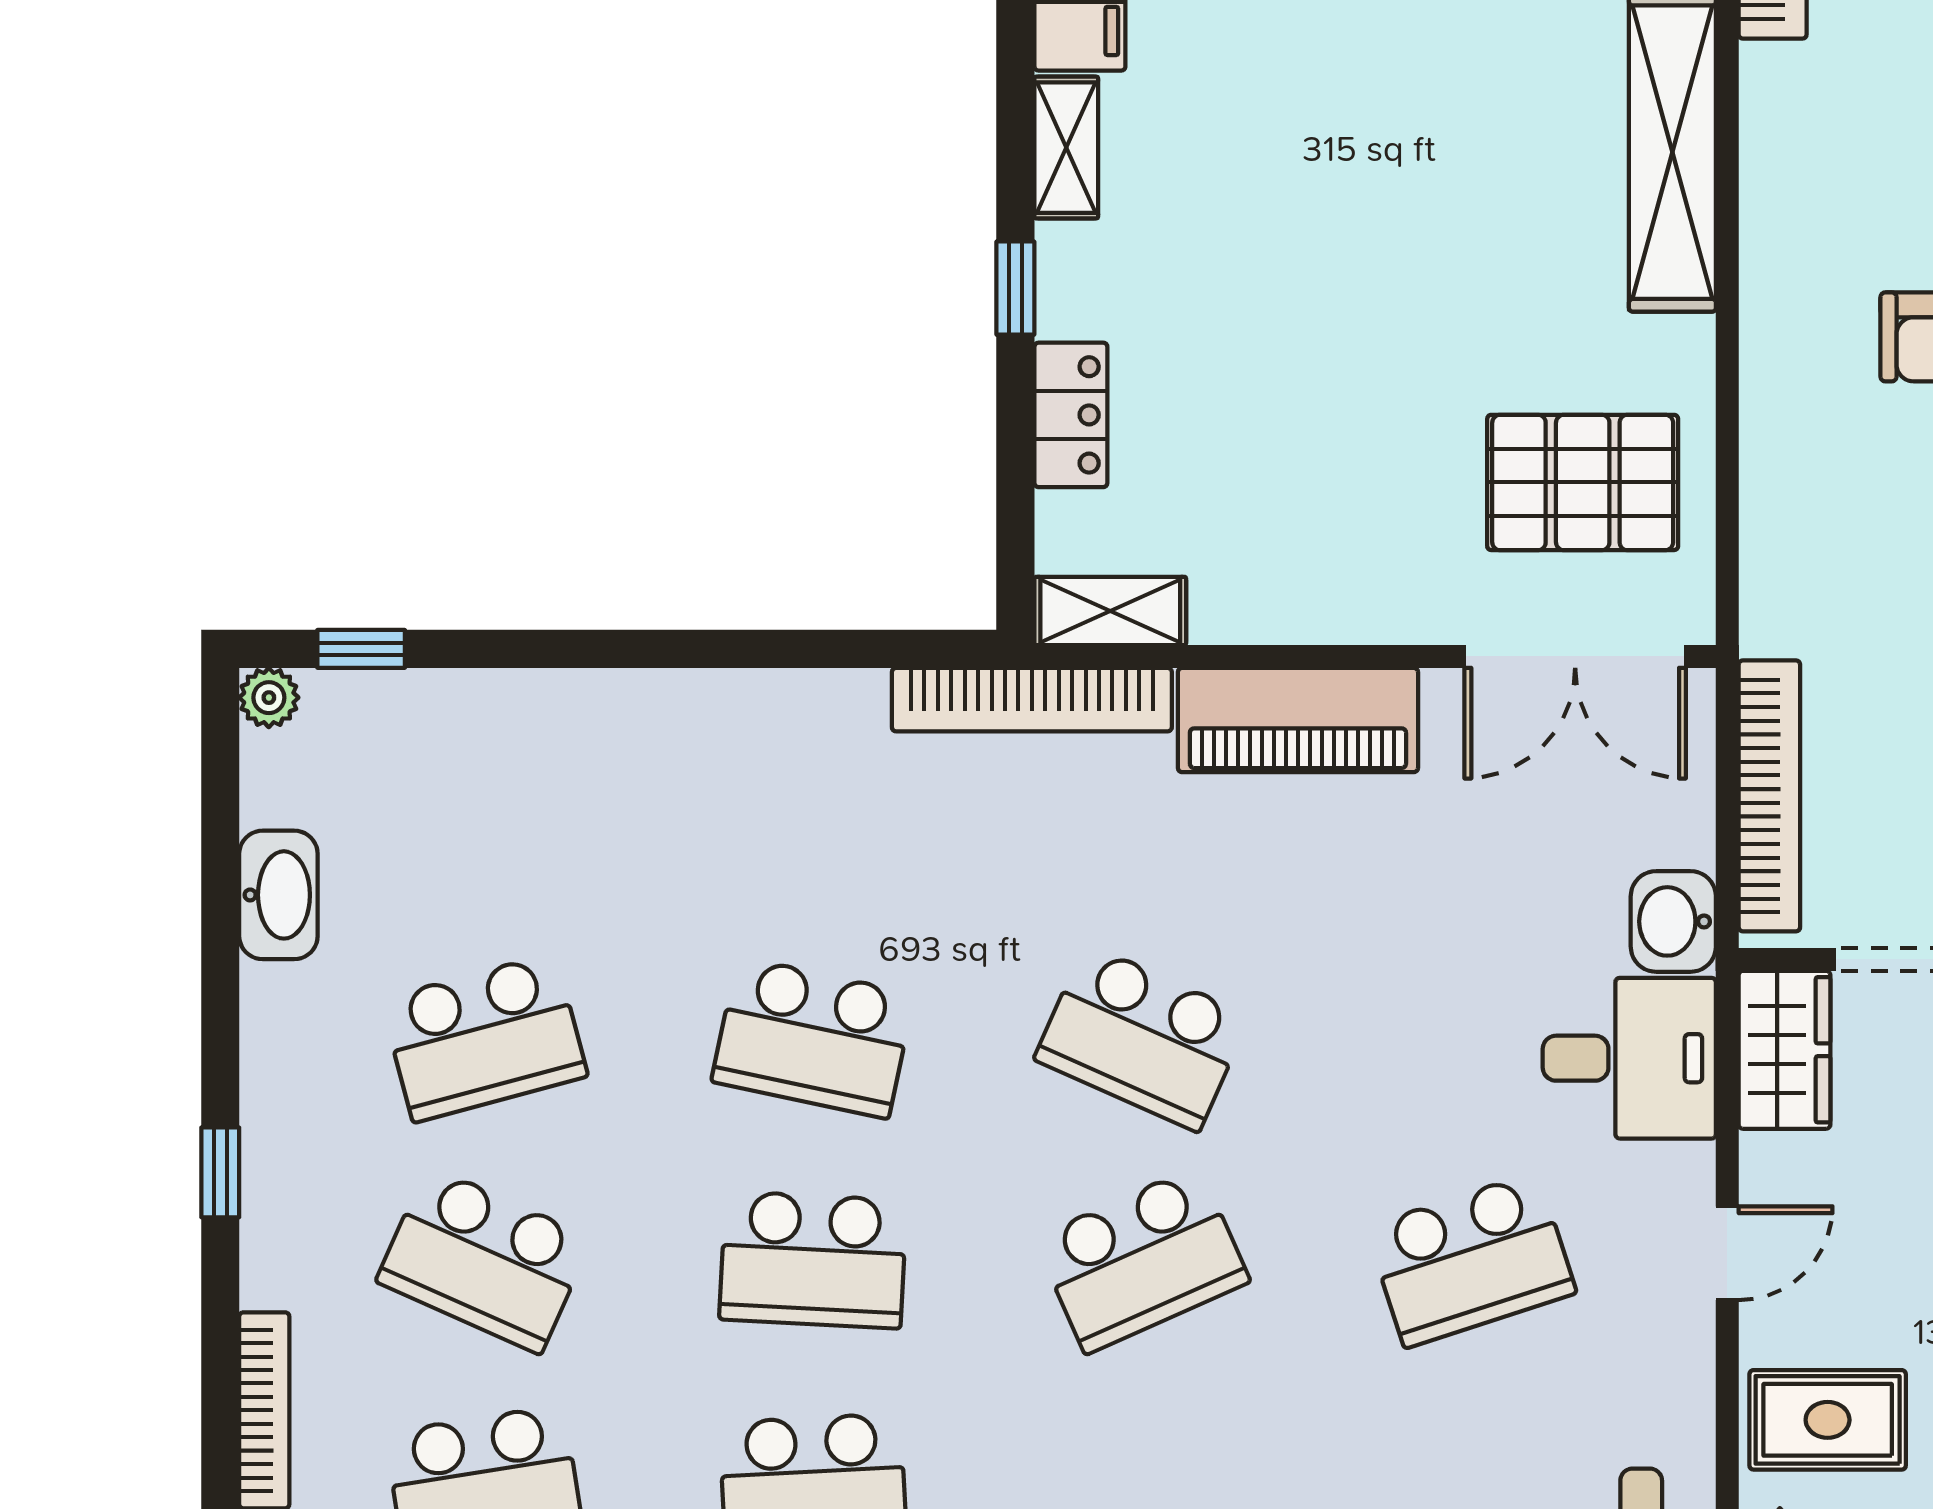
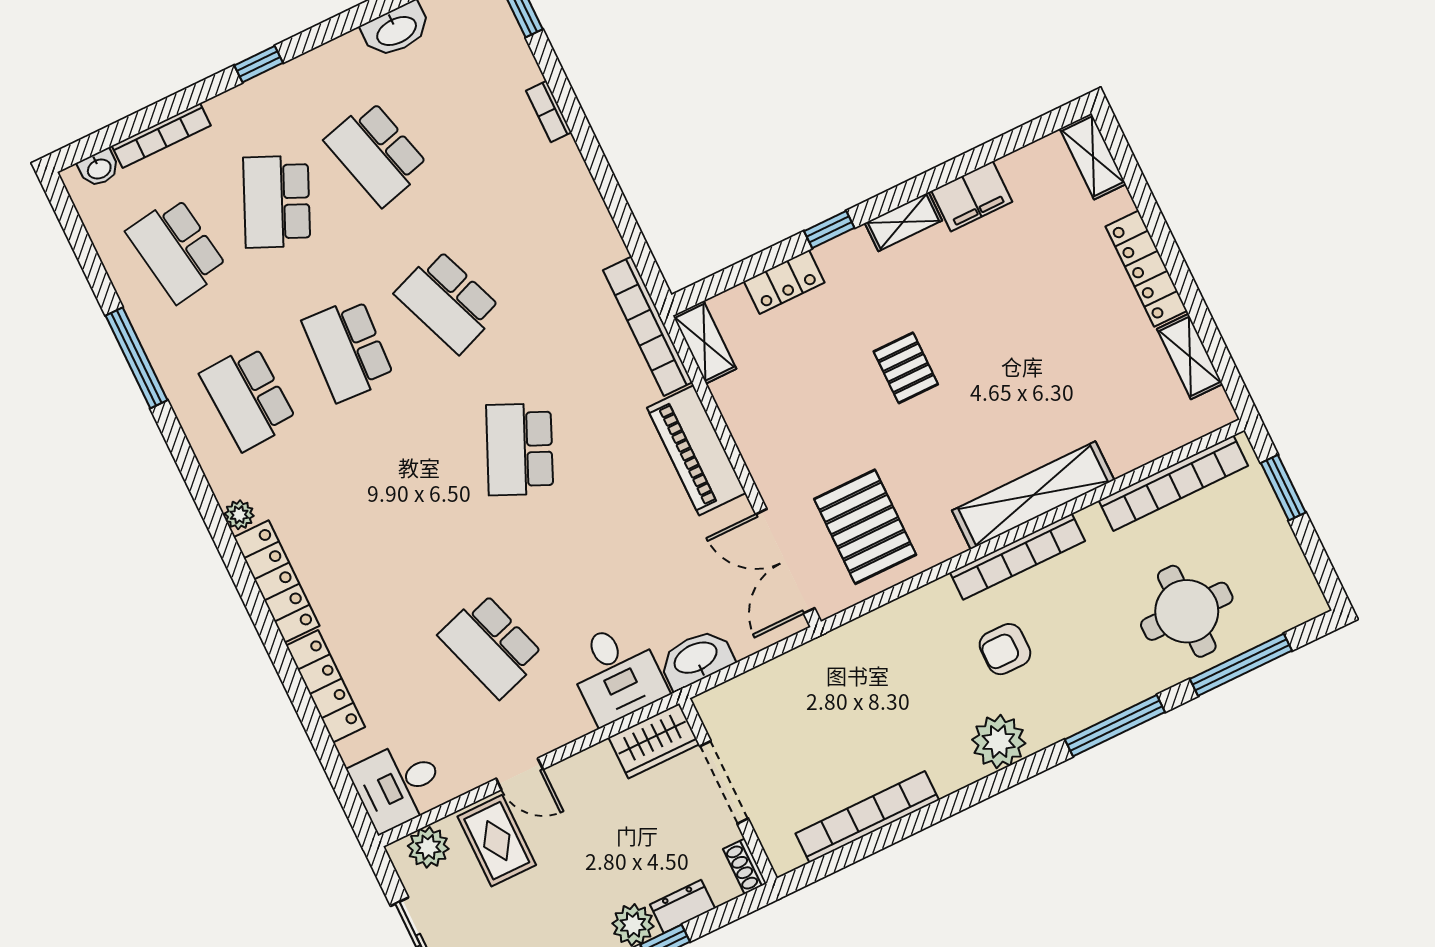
pallet: (1332, 271) -> (906, 368), added
bookcase: (559, 691) -> (549, 112), added
bookcase: (1769, 796) -> (1017, 557), moved
washbasin: (1673, 921) -> (696, 659), width x1.38
school desk: (813, 1038) -> (448, 301), turned -33
door: (1727, 1253) -> (520, 774), moved
school desk: (1142, 1260) -> (420, 498), removed

